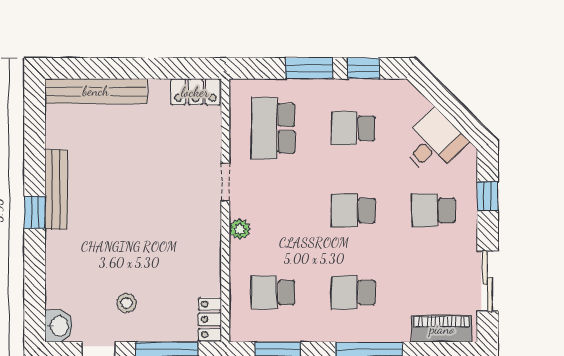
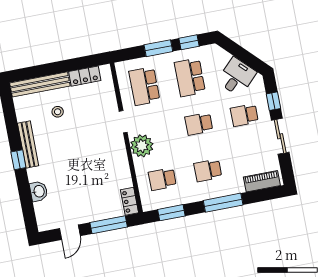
locker: (195, 92) -> (85, 76), moved
school desk: (353, 128) -> (190, 77), width x1.85
plant: (240, 229) -> (142, 146), width x1.88, depth x1.88
sliding door: (488, 281) -> (280, 136), moved
stool: (127, 303) -> (58, 112), moved
washbasin: (59, 326) -> (39, 191), moved

